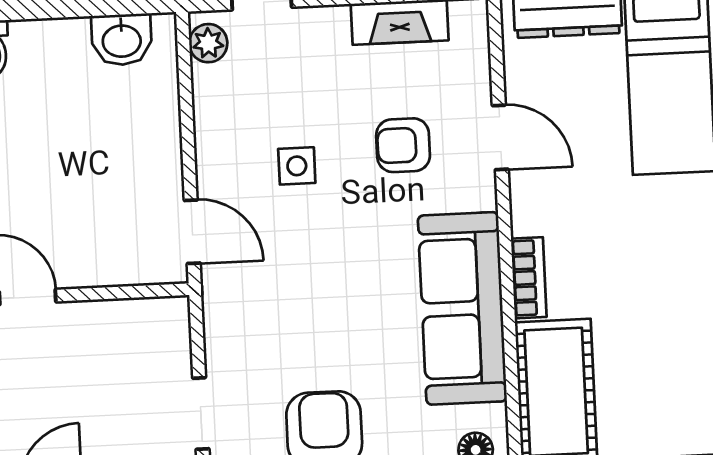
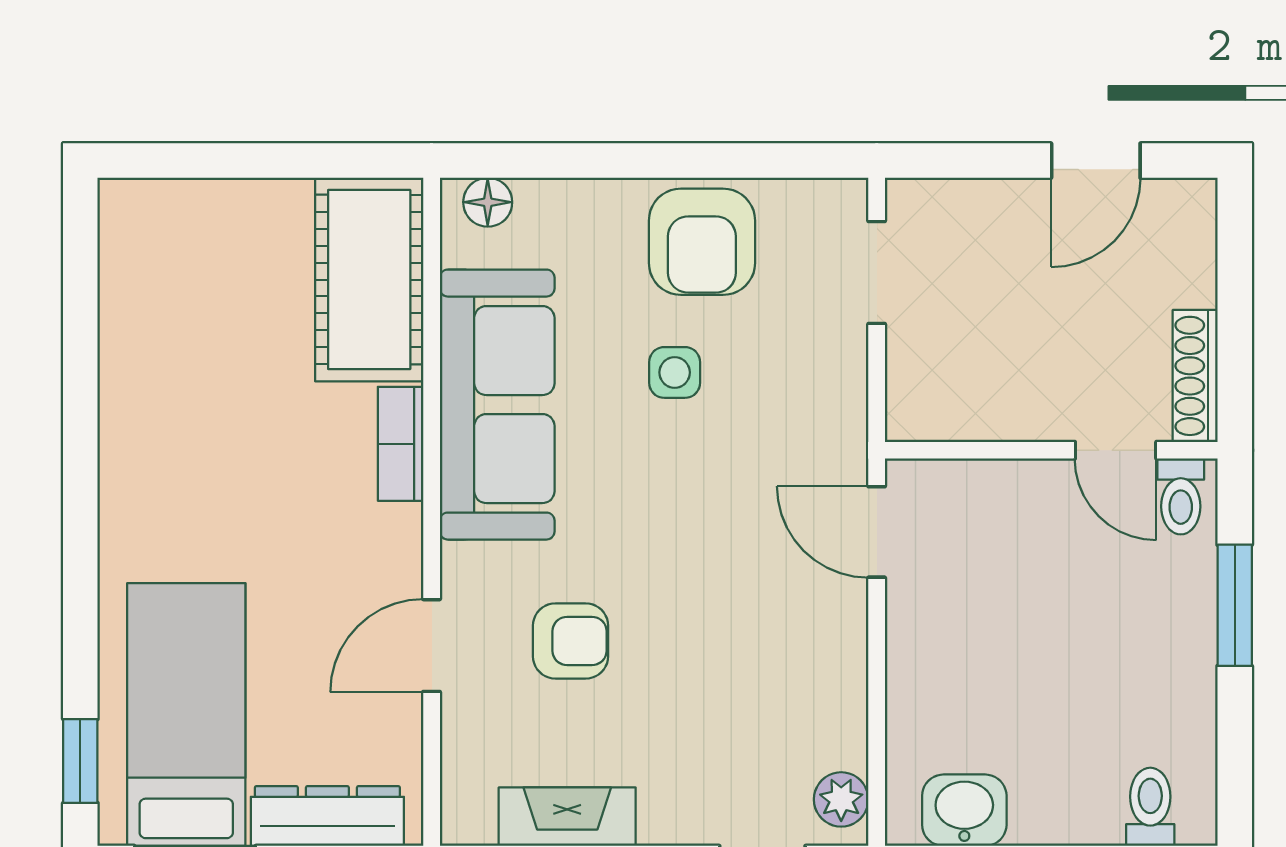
door: (500, 137) -> (432, 646), hinge flipped
side table: (297, 166) -> (675, 372), moved

